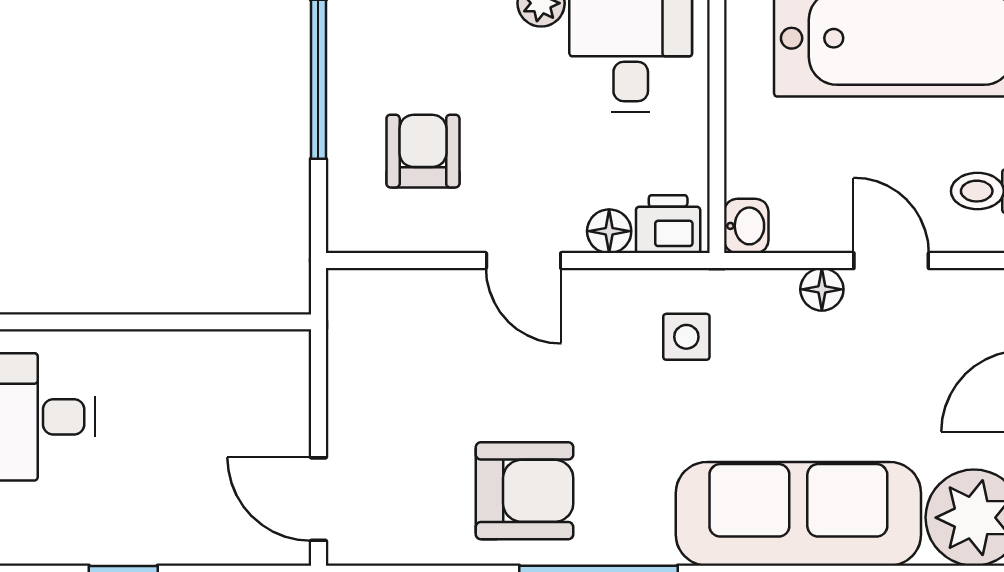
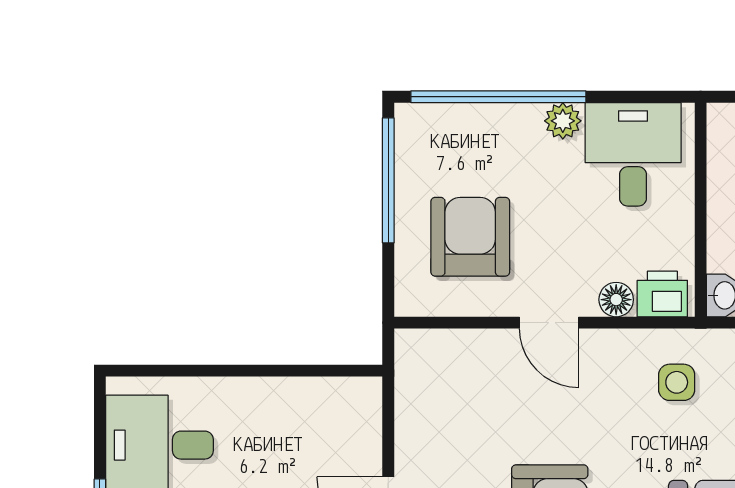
armchair: (423, 151) -> (470, 237), width x1.38, depth x1.38

